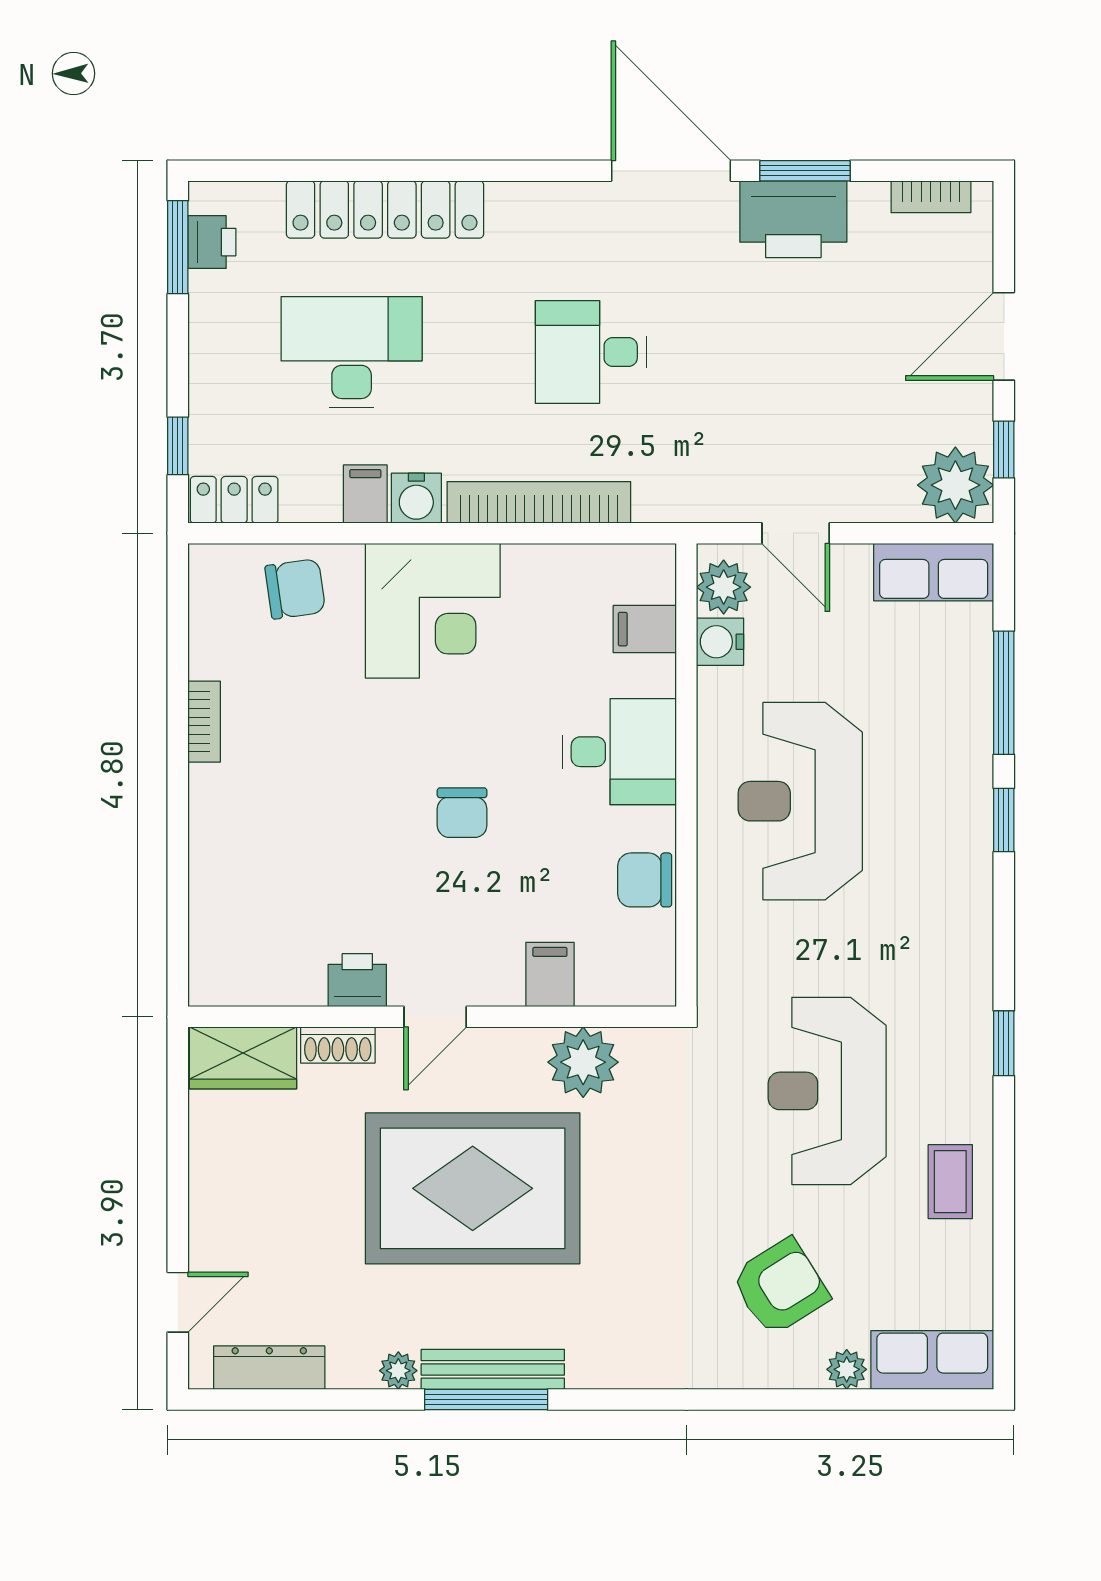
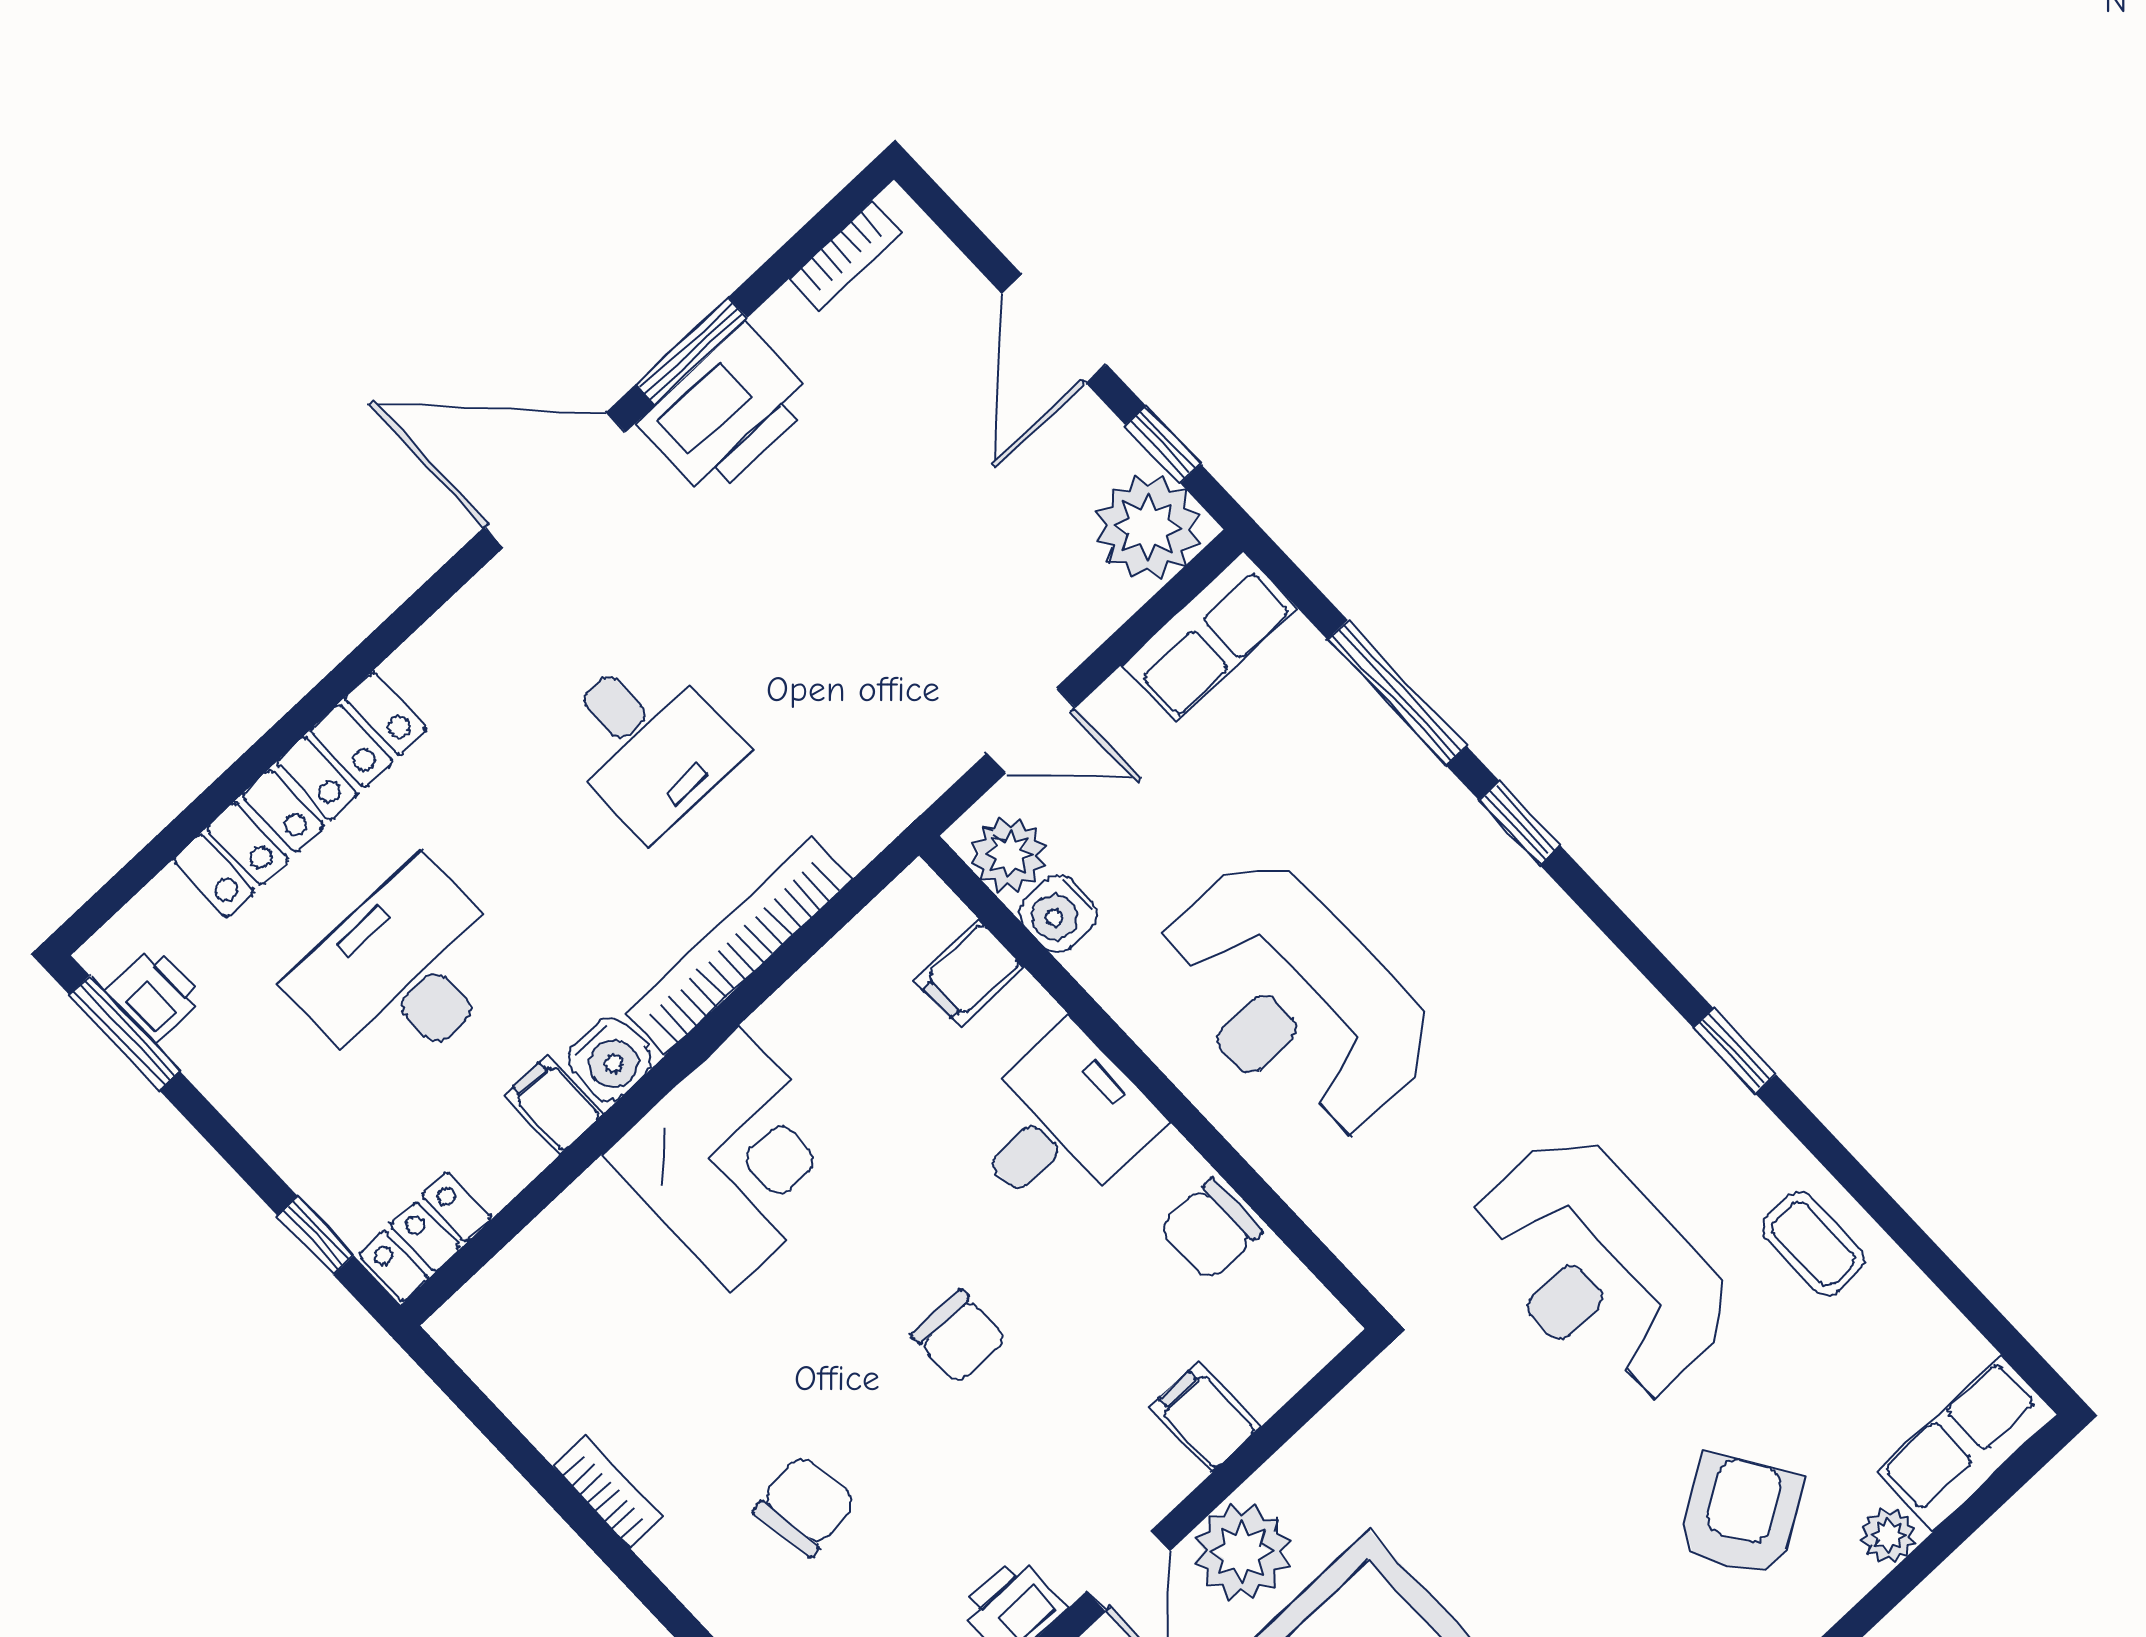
desk: (591, 352) -> (647, 742), turned -90
chair: (295, 589) -> (805, 1505), moved
plant: (583, 1062) -> (1242, 1552), moved

